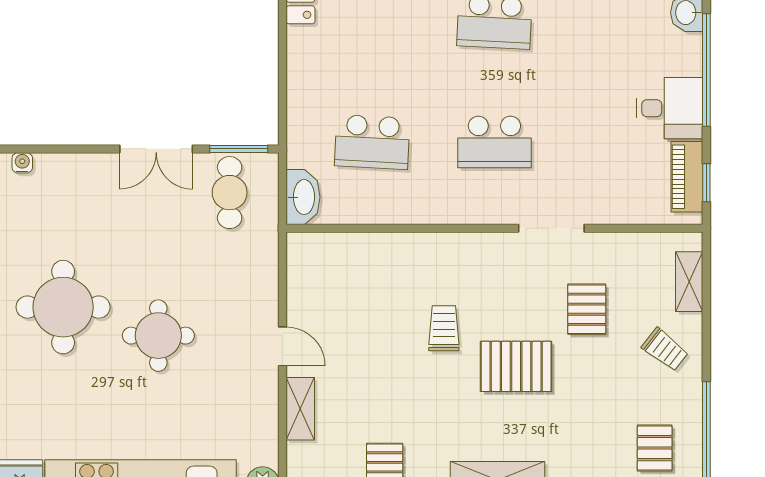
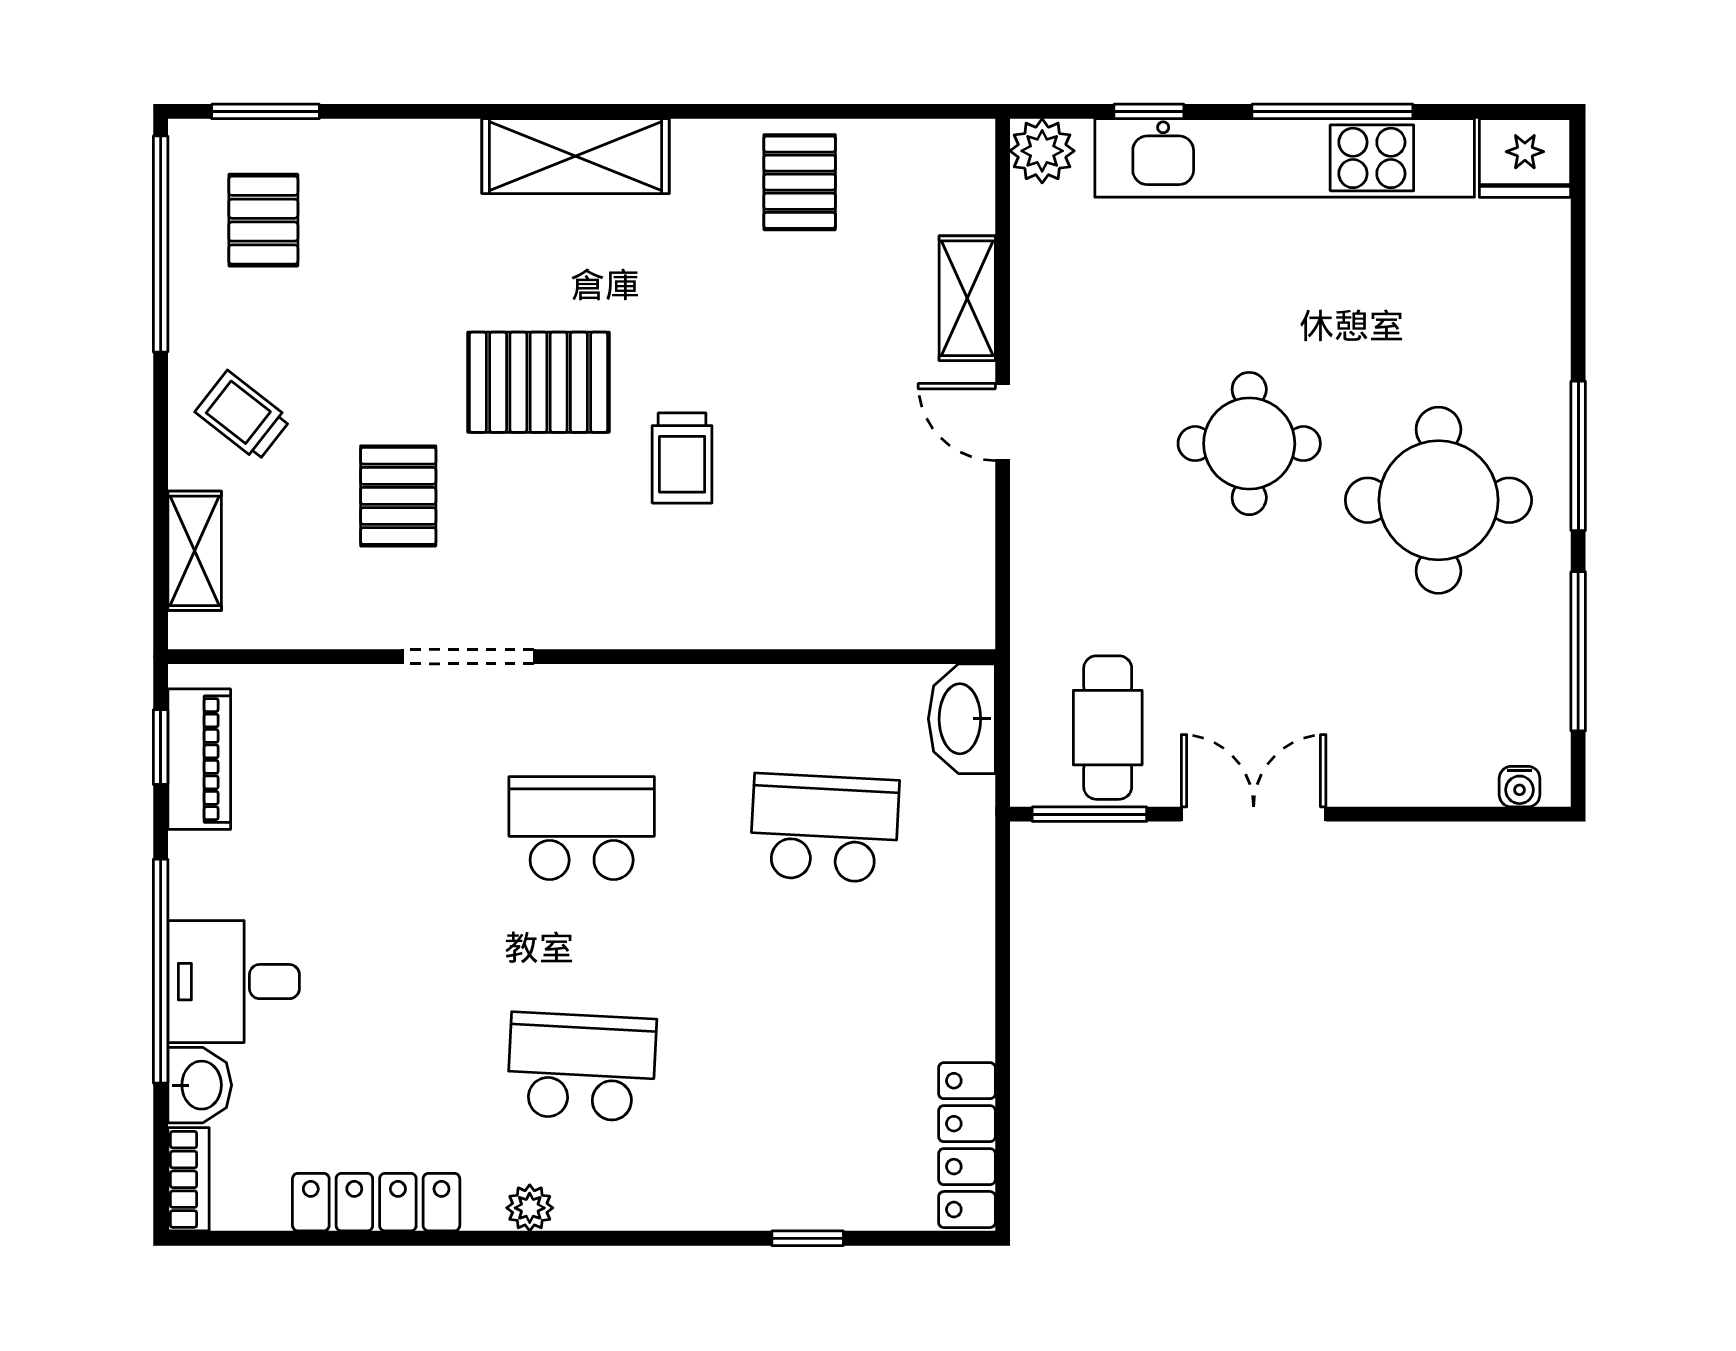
desk: (670, 108) -> (234, 982), moved

